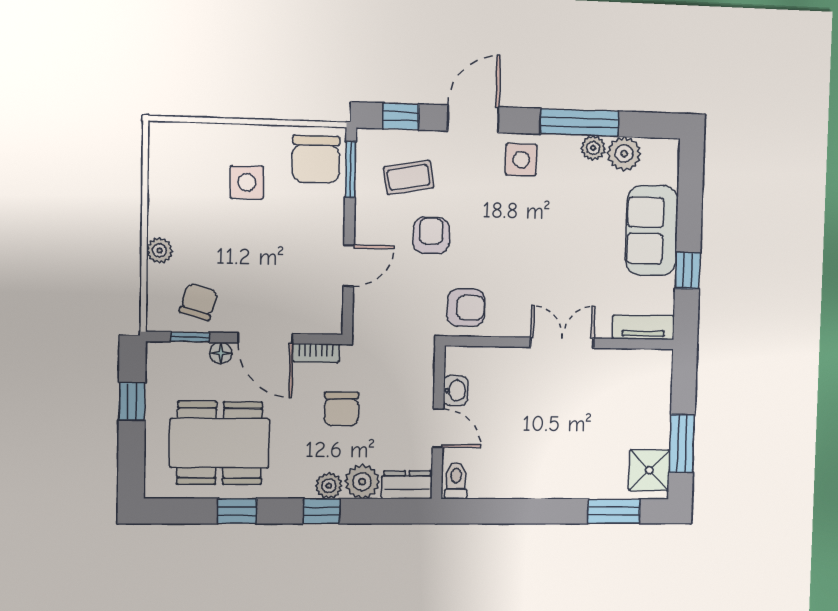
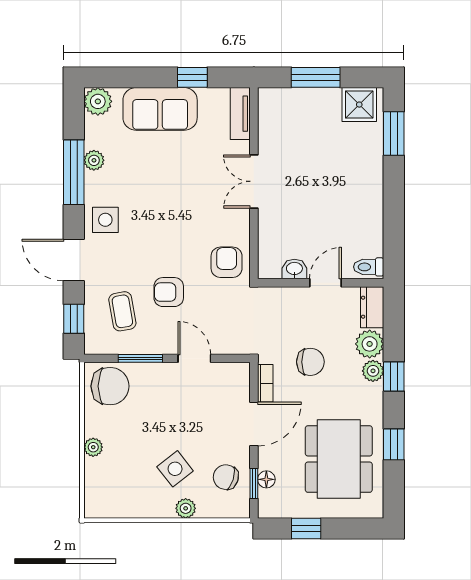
plant: (239, 136) -> (93, 447), added
plant: (624, 154) -> (98, 101), moved
window: (351, 170) -> (140, 358), moved
side table: (247, 182) -> (175, 469), moved, turned -38
floor lamp: (221, 353) -> (266, 479), moved
window: (682, 444) -> (316, 77), moved

